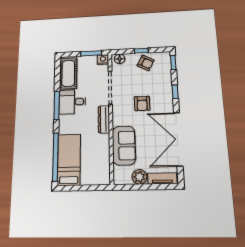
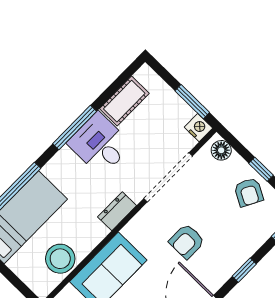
cot: (68, 73) -> (124, 101), width x0.73, depth x0.75
dresser: (104, 119) -> (117, 211), width x0.70
stool: (100, 160) -> (60, 259), added

